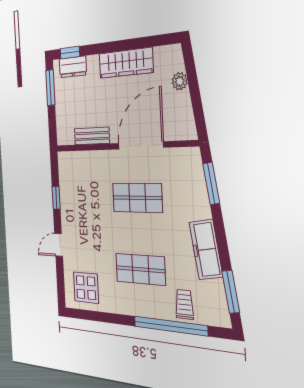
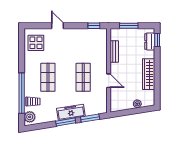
window: (50, 88) -> (129, 26), moved
door: (141, 145) -> (109, 81), width x0.53
window: (56, 198) -> (94, 26), moved
freezer: (206, 250) -> (71, 112), moved
window: (231, 292) -> (66, 122), moved
plant: (214, 314) -> (30, 117), added

